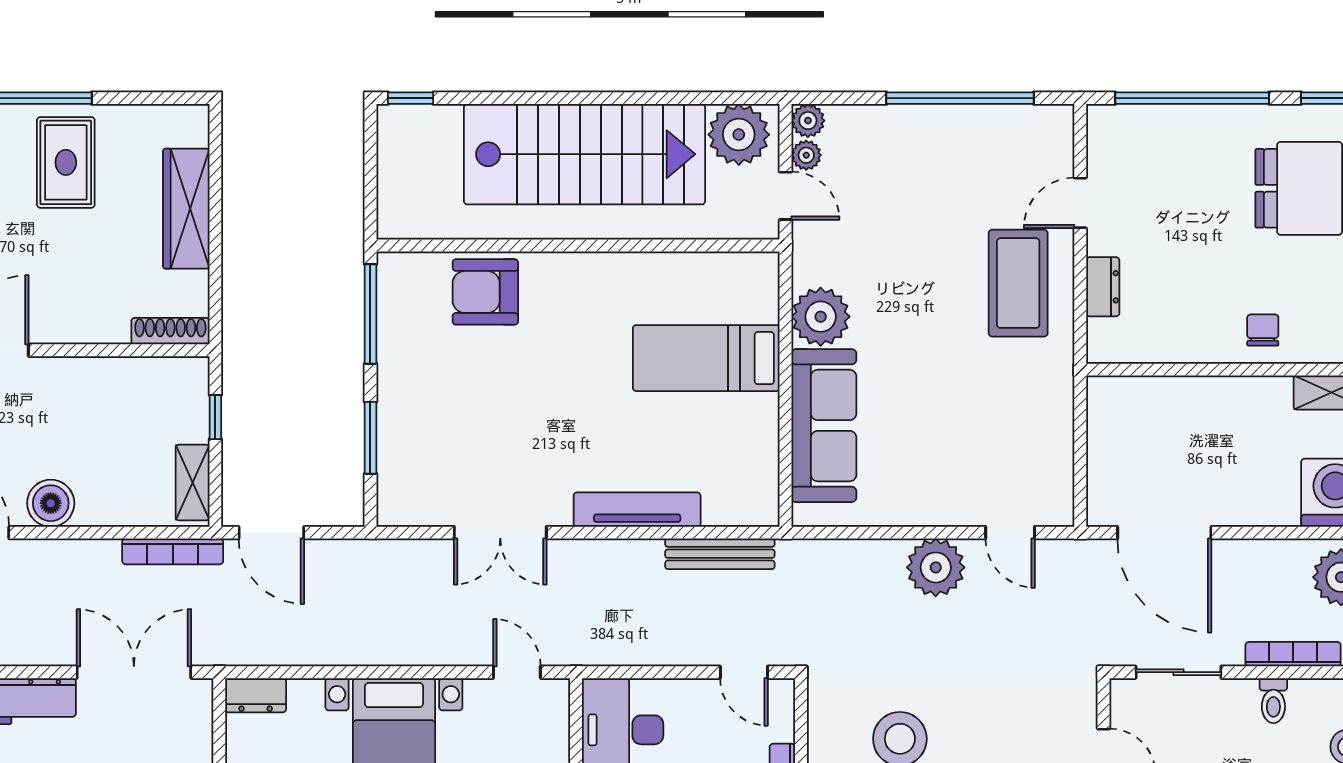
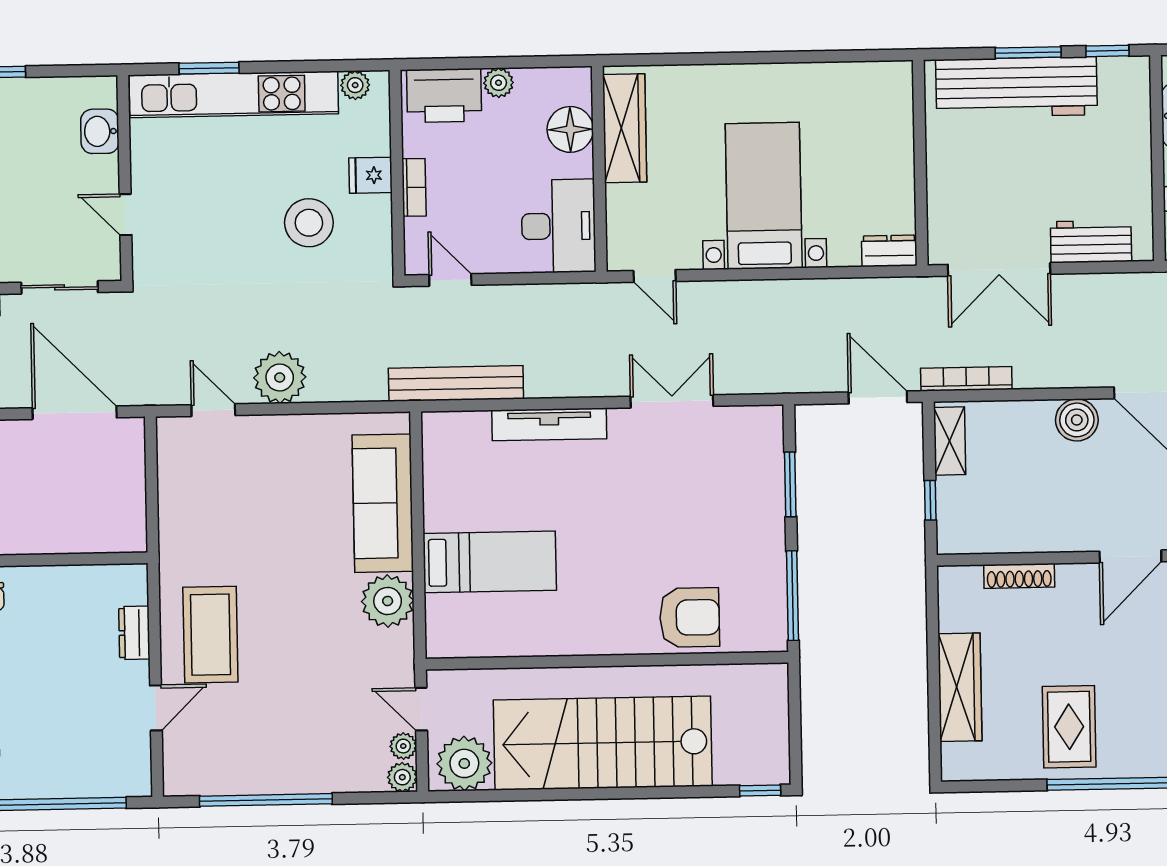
shoe rack: (170, 331) -> (1019, 576), moved
bench: (720, 554) -> (456, 383), width x1.37, depth x1.21

